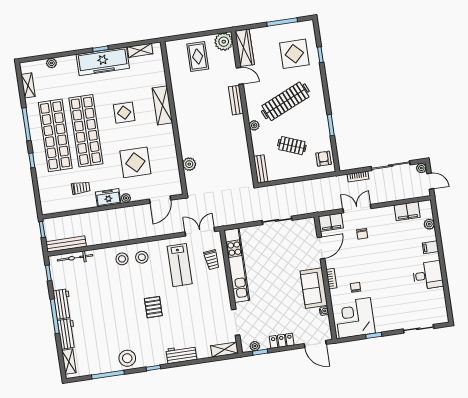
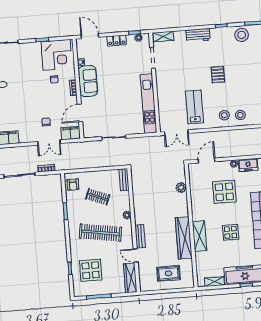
plant: (224, 42) -> (147, 284), removed
rug: (198, 56) -> (169, 273), turned 90
clothes rail: (285, 101) -> (100, 233), turned 33
wardrobe: (182, 102) -> (184, 238), added
trolley: (212, 260) -> (168, 109), removed

